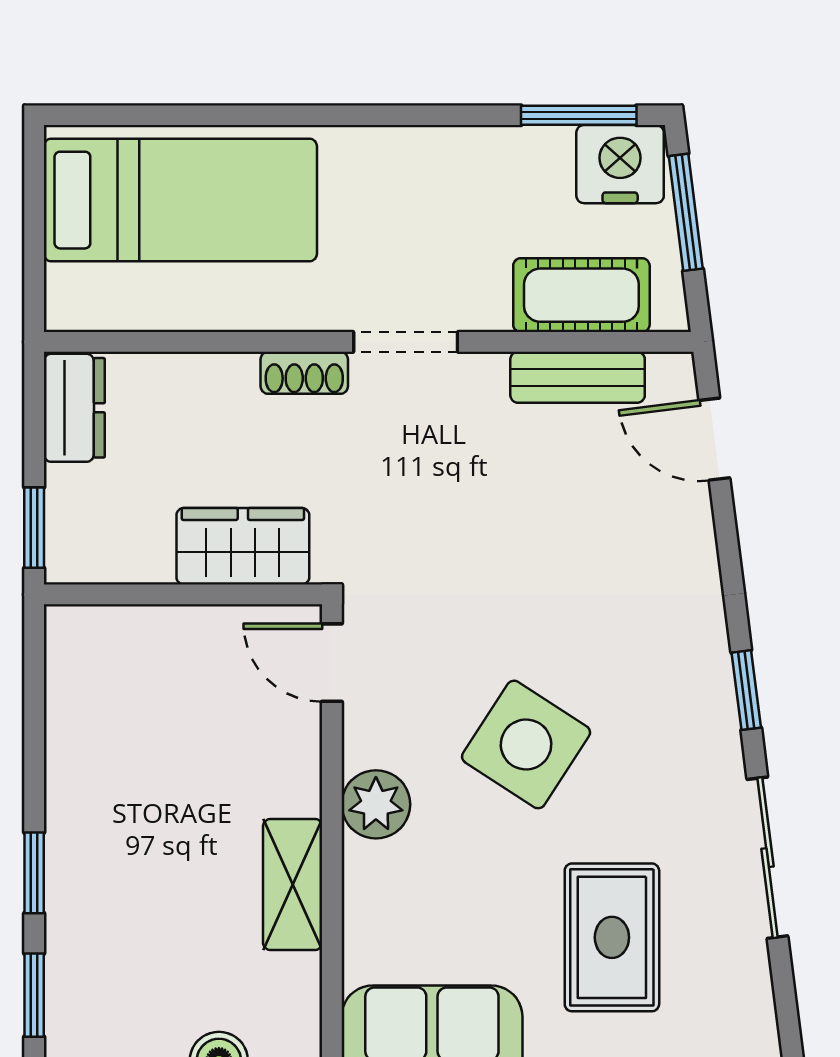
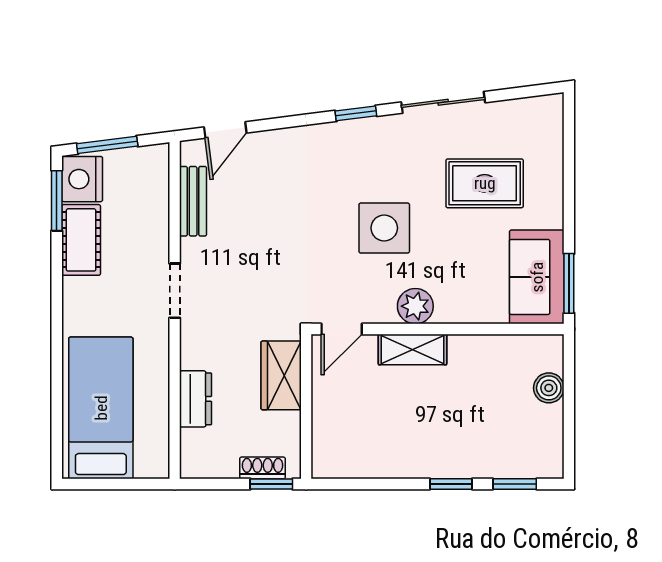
cot: (581, 295) -> (81, 240), moved
shoe rack: (304, 373) -> (263, 468), moved, turned -90
dresser: (74, 408) -> (196, 399), moved, turned 90
side table: (526, 744) -> (384, 228), turned -33
shelving: (293, 884) -> (412, 349), moved

